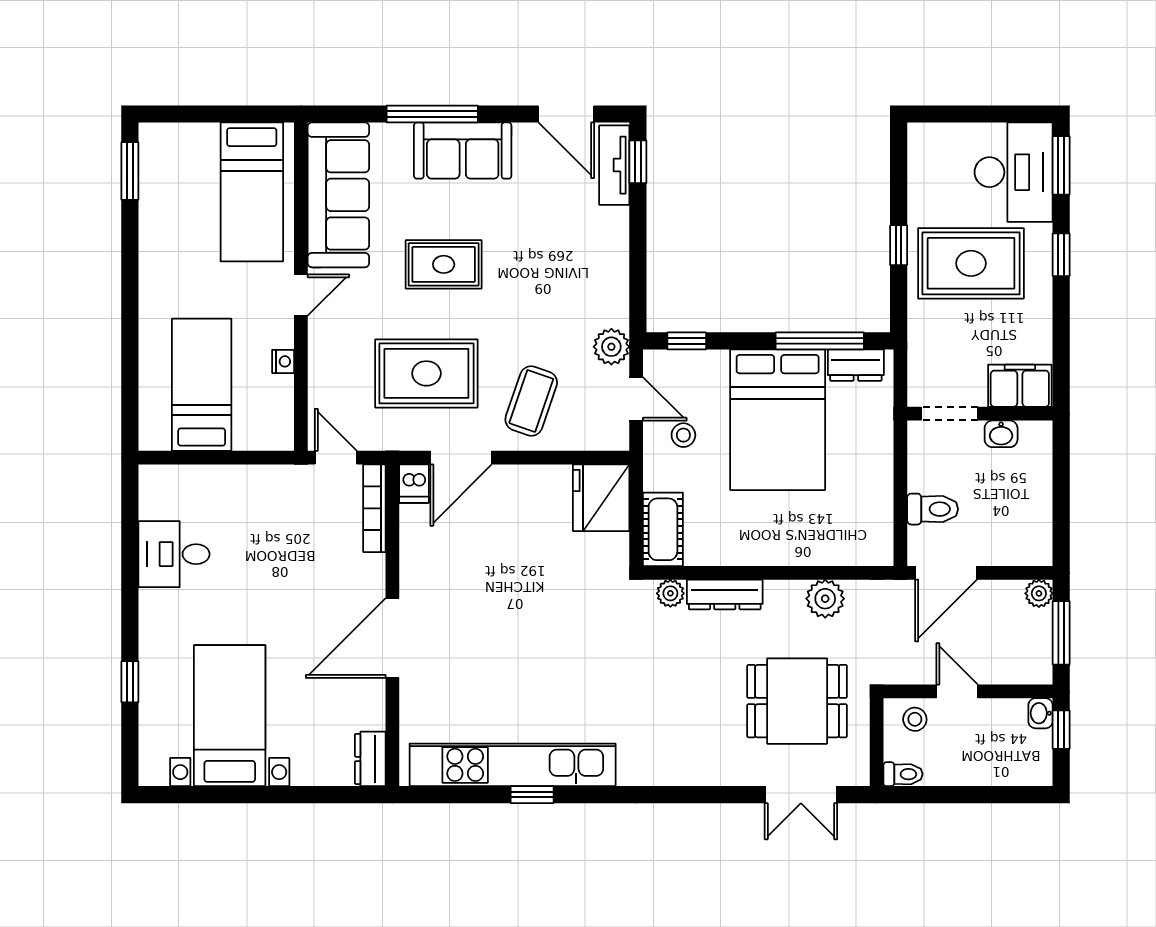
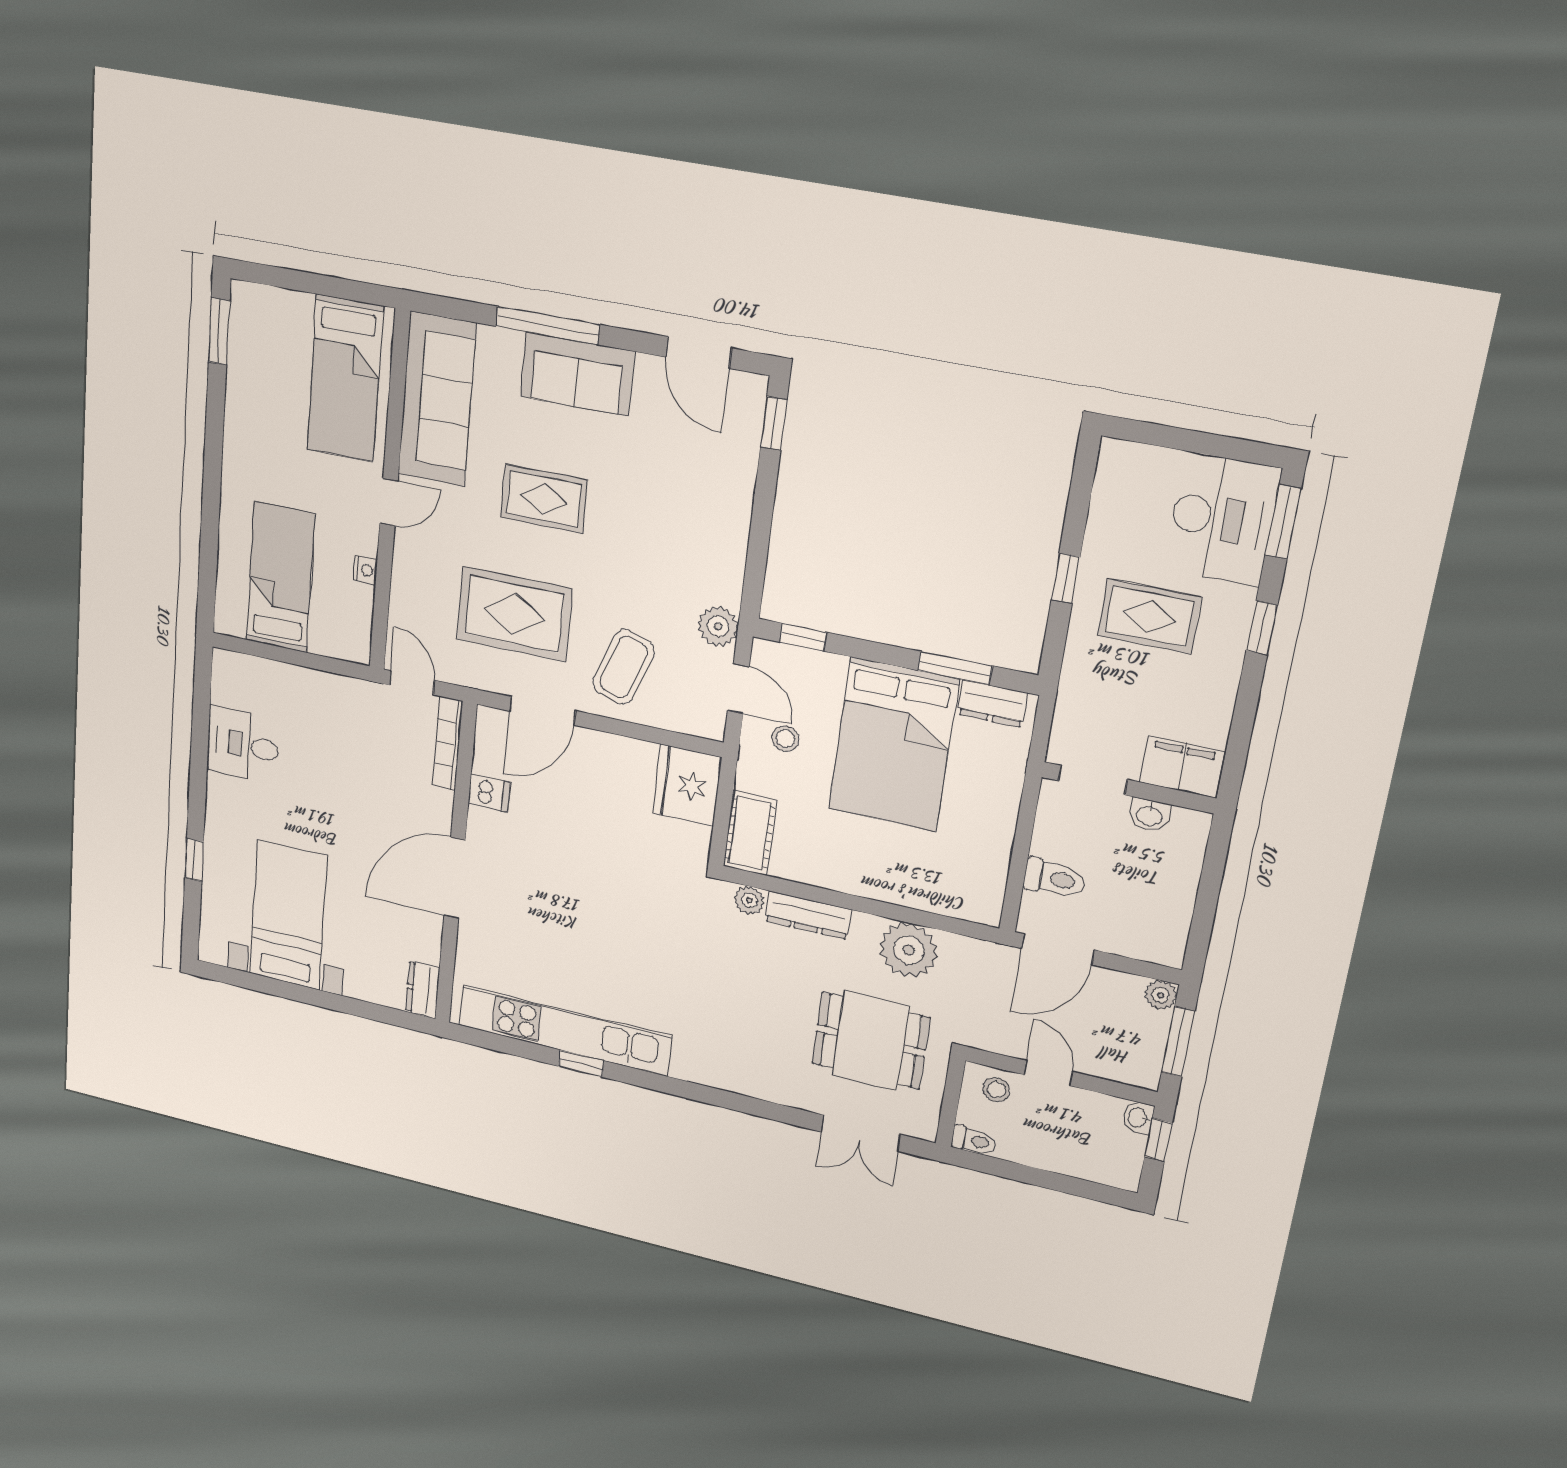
tv unit: (614, 165) -> (746, 422), removed
rug: (971, 263) -> (1149, 616), width x0.73, depth x0.70
window: (820, 341) -> (955, 668), width x0.69
dishwasher: (414, 484) -> (489, 793), moved, turned -90
plant: (825, 599) -> (909, 950), width x1.36, depth x1.36

